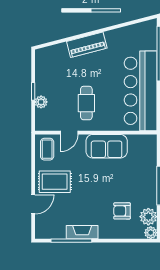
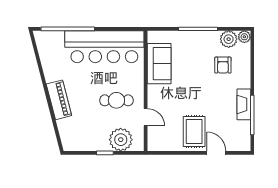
plant: (41, 102) -> (121, 140), width x1.87, depth x1.87
sofa: (107, 146) -> (159, 64), moved
coffee table: (47, 149) -> (162, 139), removed

